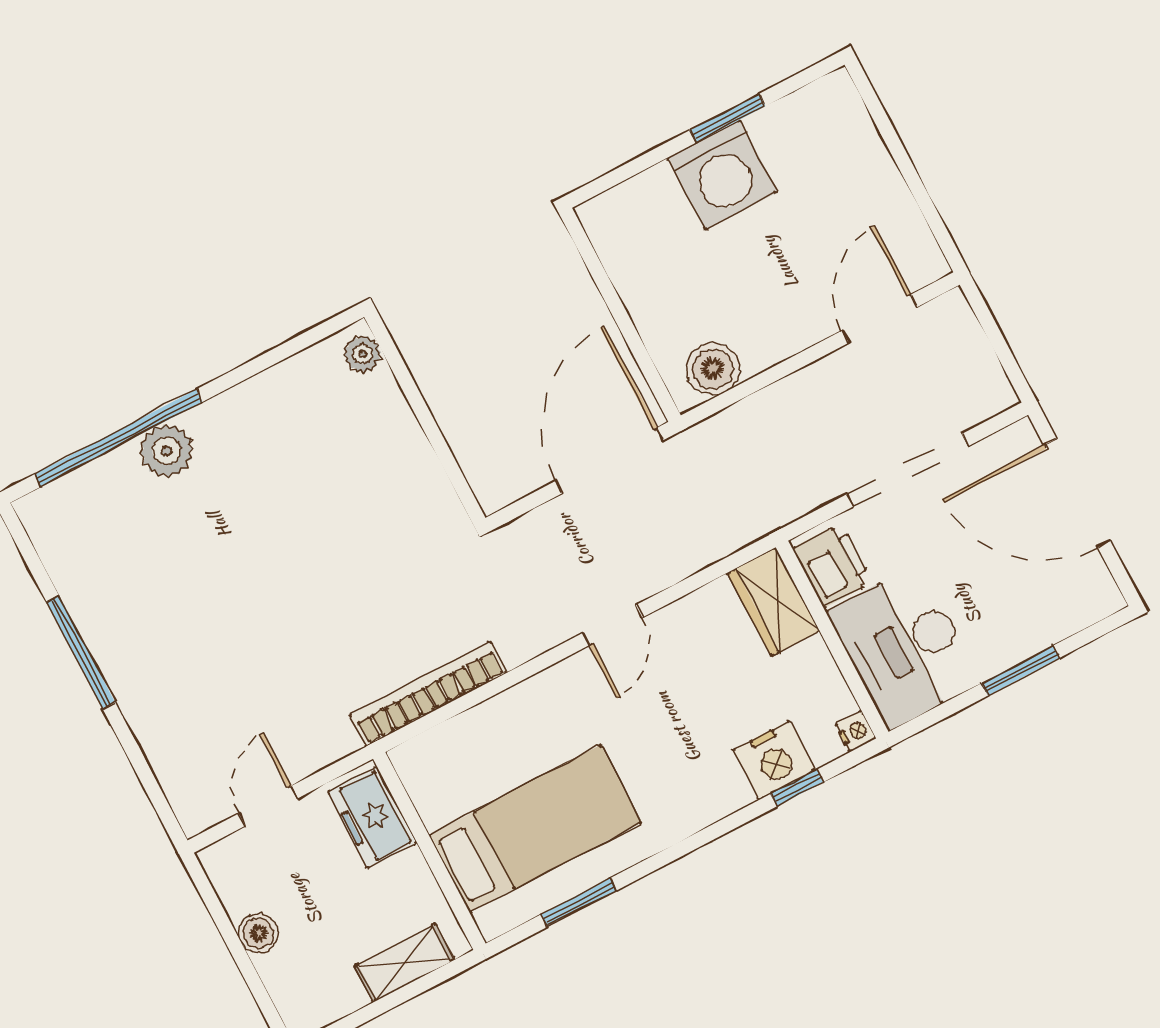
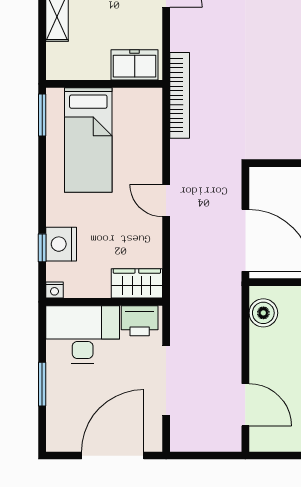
freezer: (372, 818) -> (135, 65), moved
bed: (535, 829) -> (88, 140), moved
wall: (429, 851) -> (104, 84), moved

